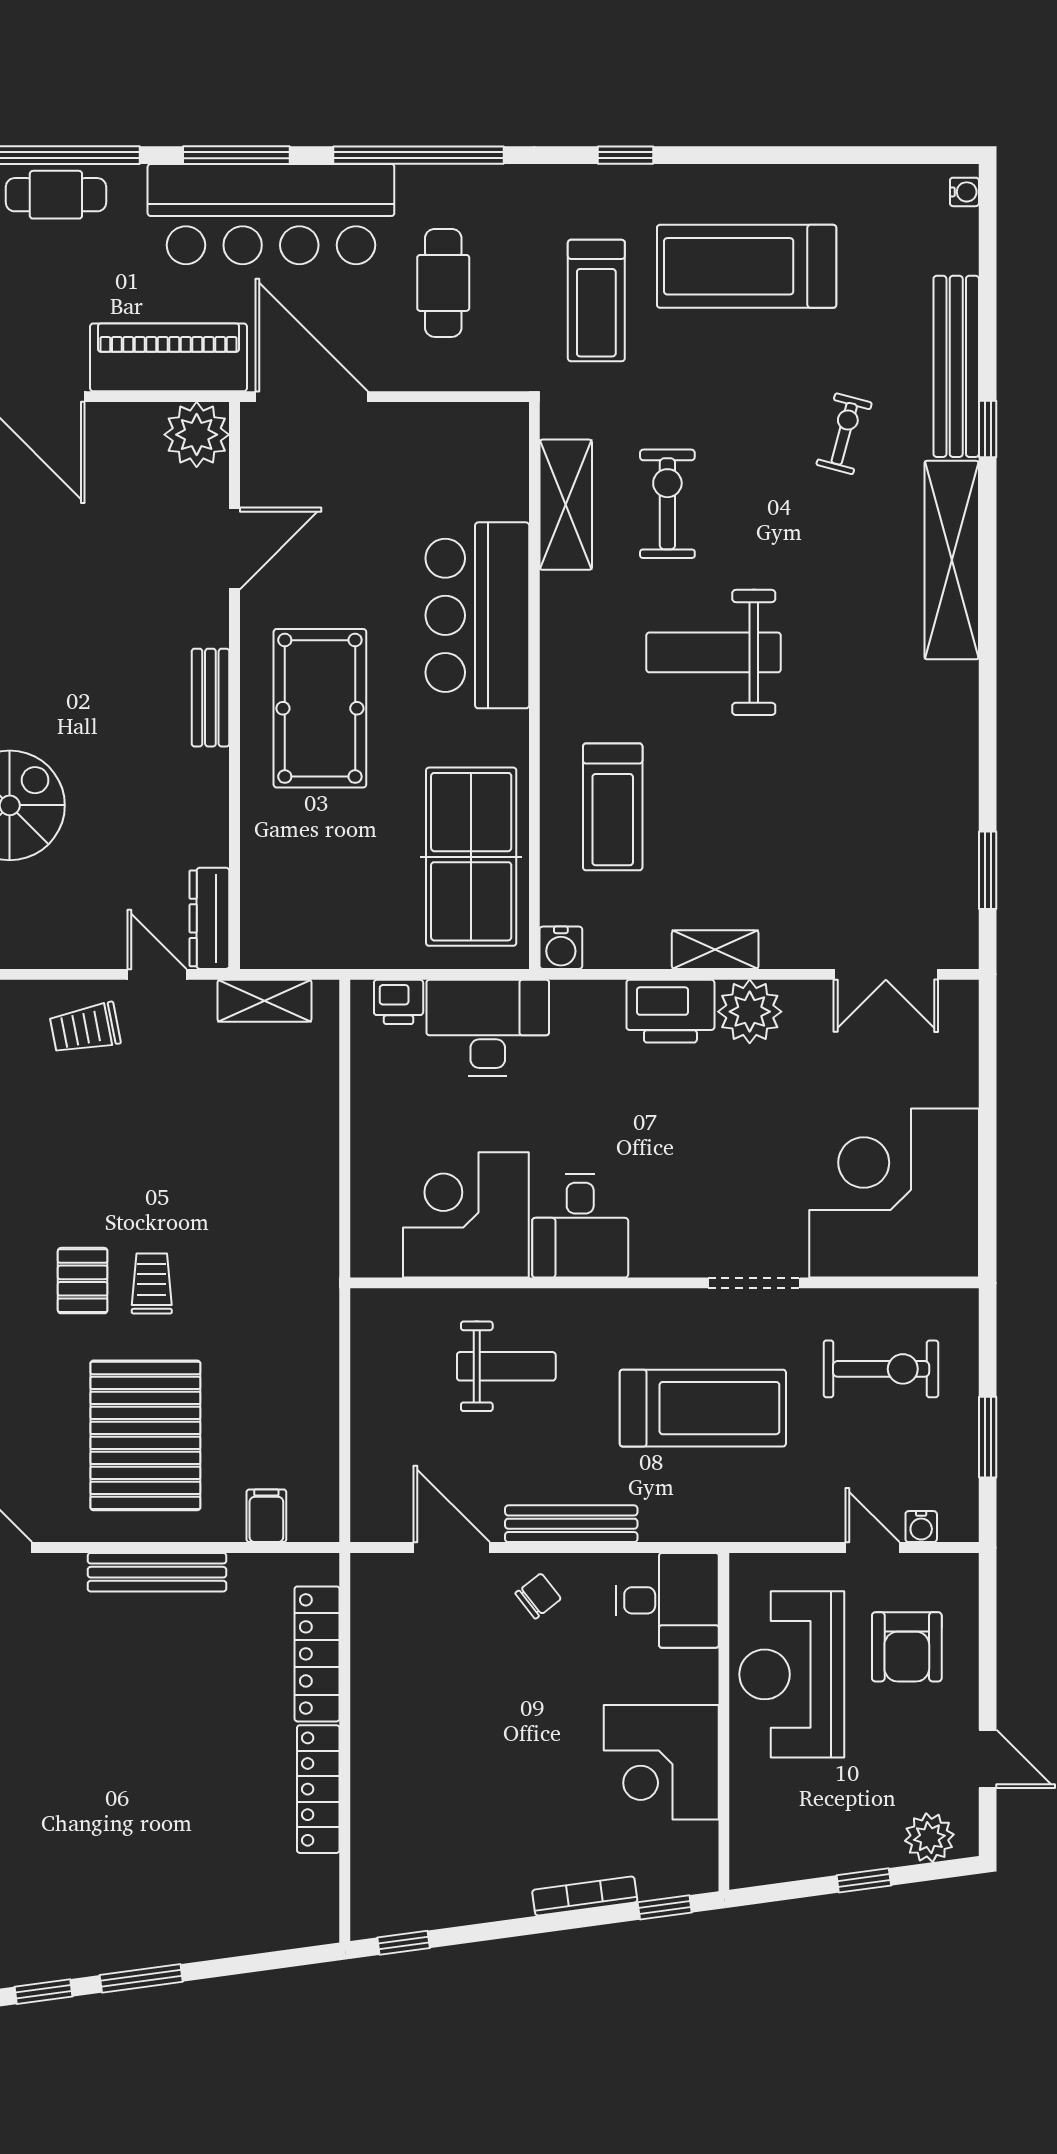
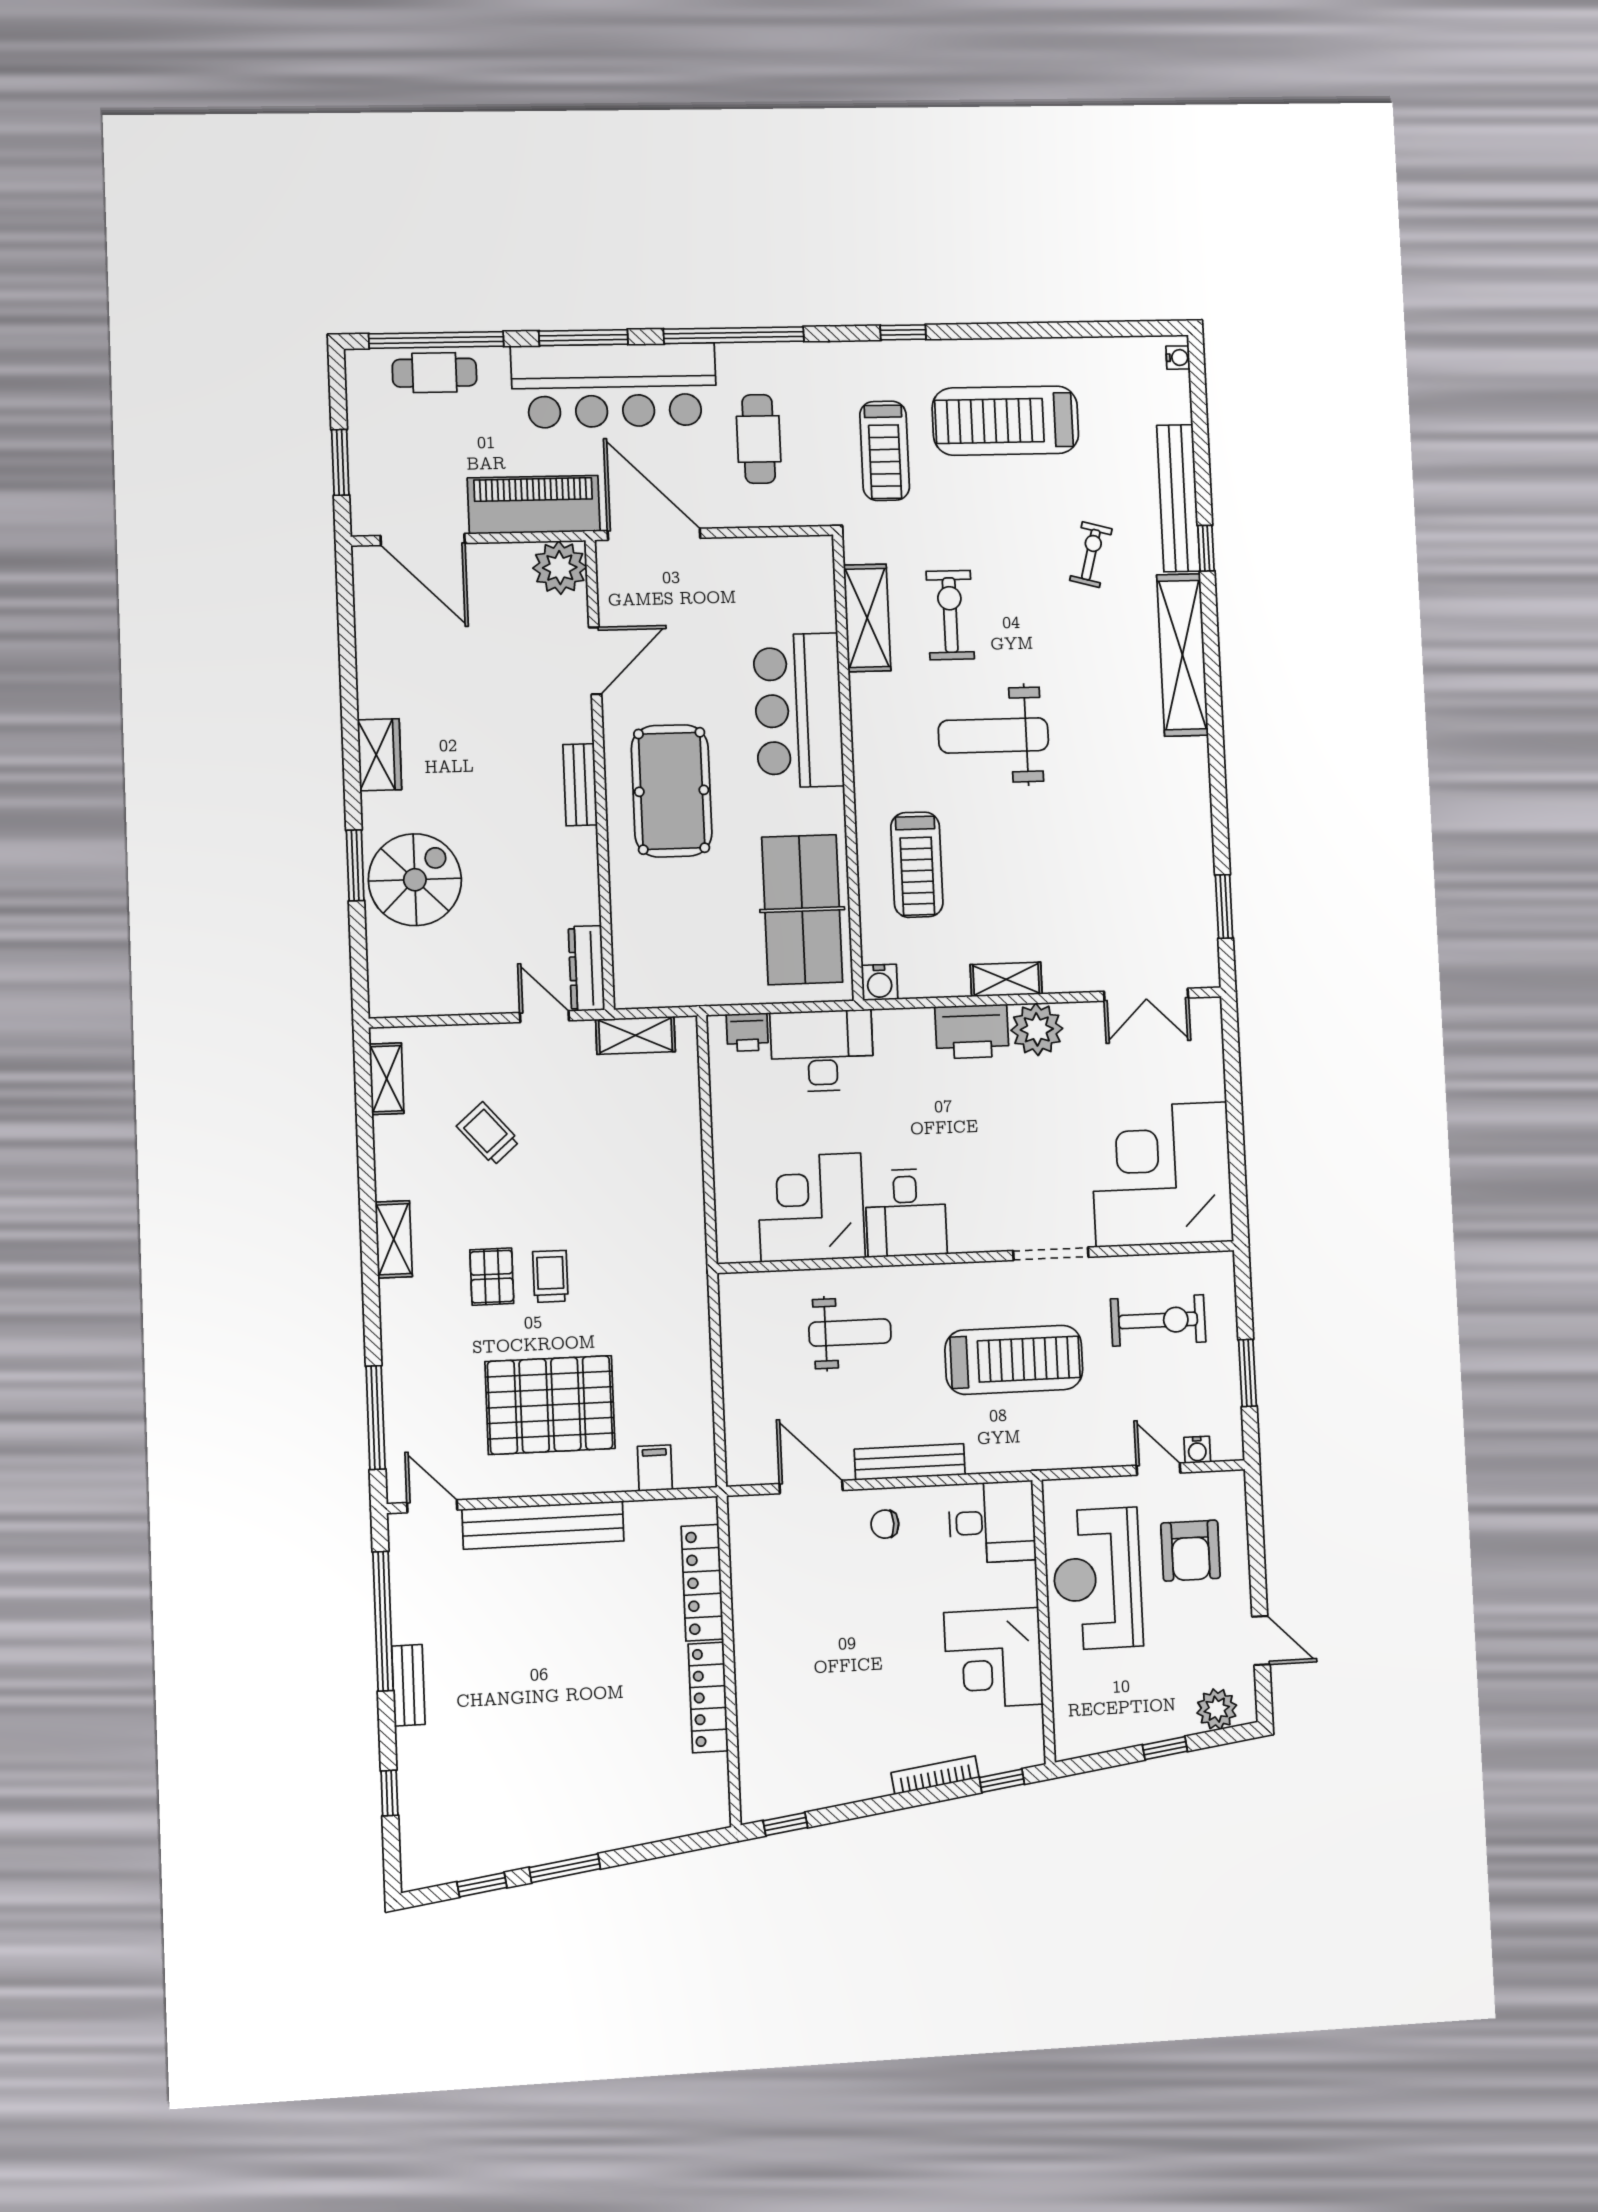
trolley: (85, 1028) -> (488, 1134), moved, turned 60
pallet: (145, 1435) -> (550, 1405), turned 90
bench: (157, 1572) -> (543, 1525), width x1.37, depth x1.21
chair: (538, 1596) -> (885, 1524), turned -142

